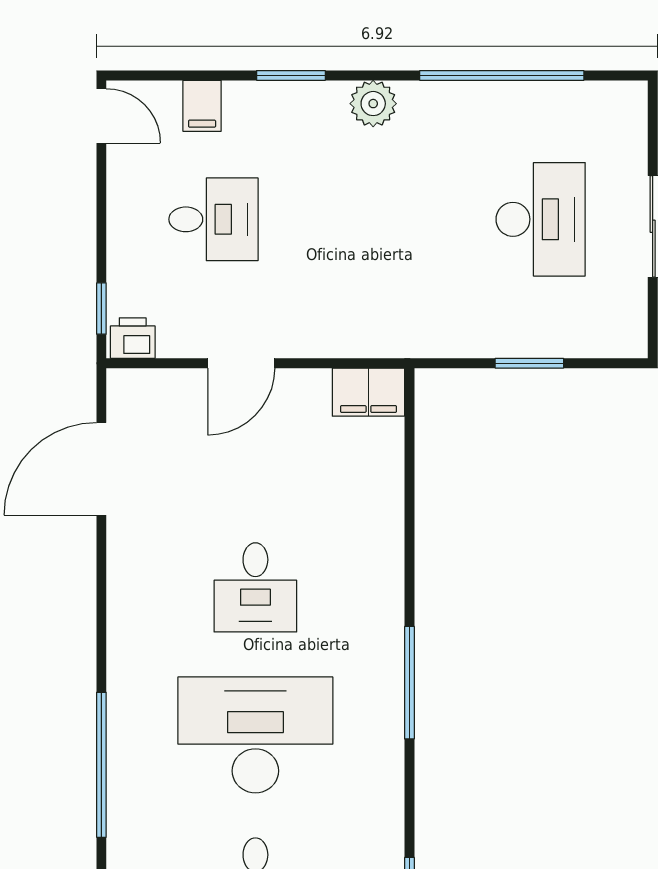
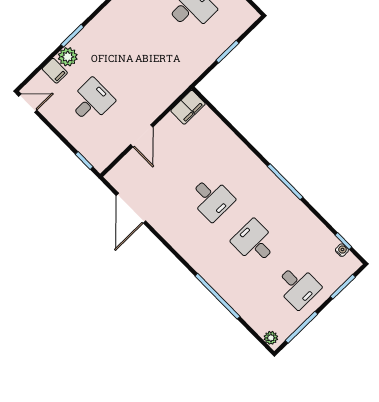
plant: (373, 104) -> (68, 57), moved
printer: (133, 338) -> (102, 160), removed
desk: (255, 735) -> (255, 242), width x0.53, depth x0.77

